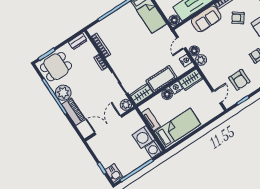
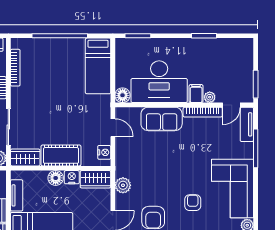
armchair: (238, 18) -> (200, 143), removed
door: (181, 43) -> (113, 128), swing flipped
floor lamp: (194, 51) -> (122, 147), removed
plant: (201, 60) -> (123, 185), moved

